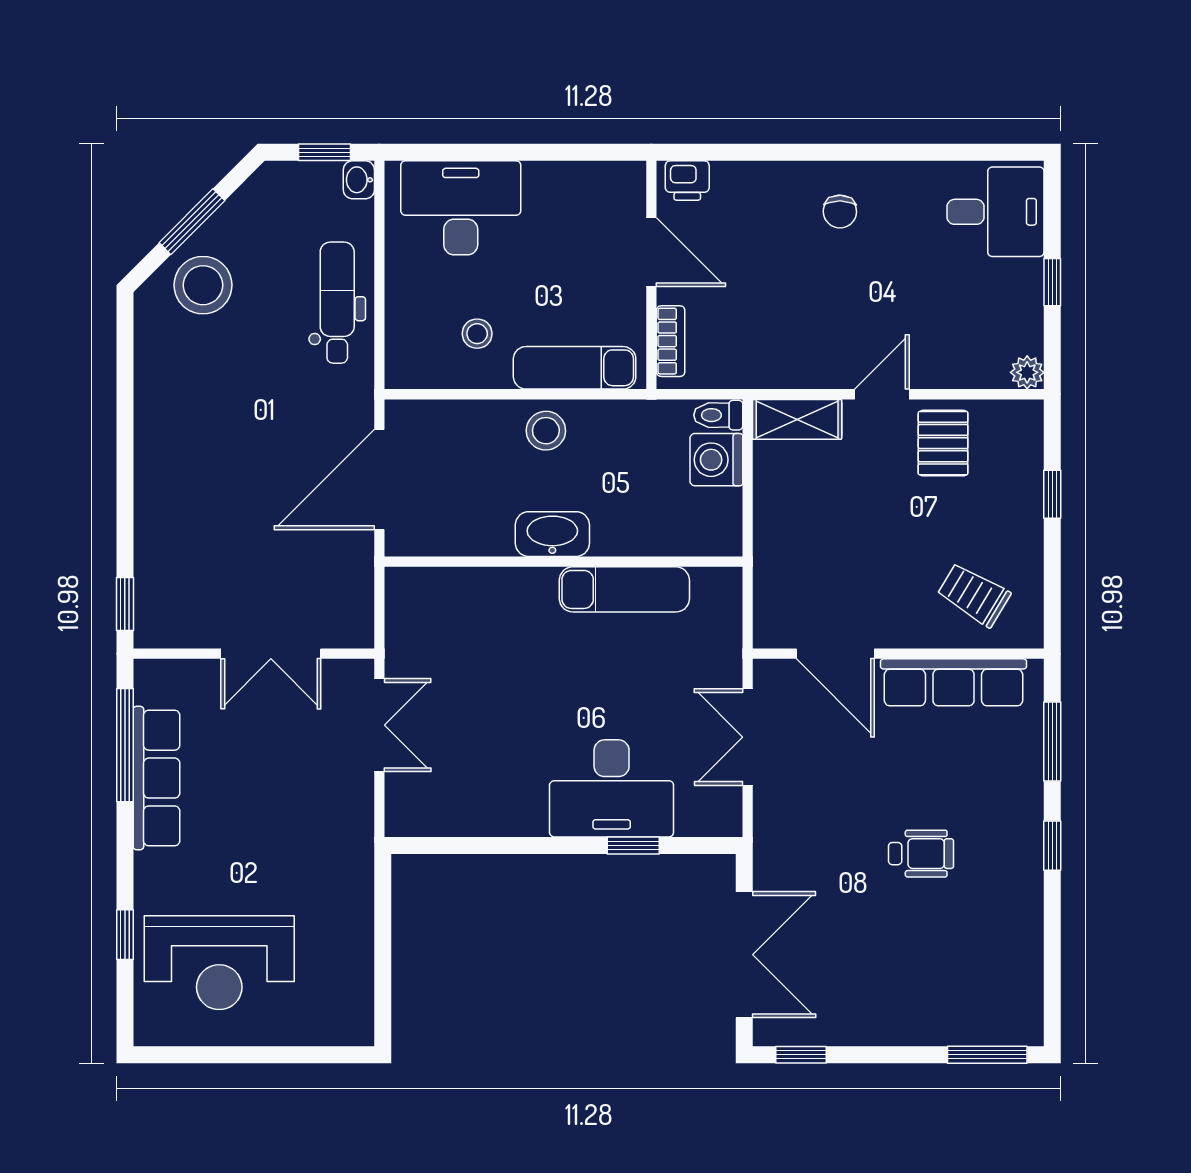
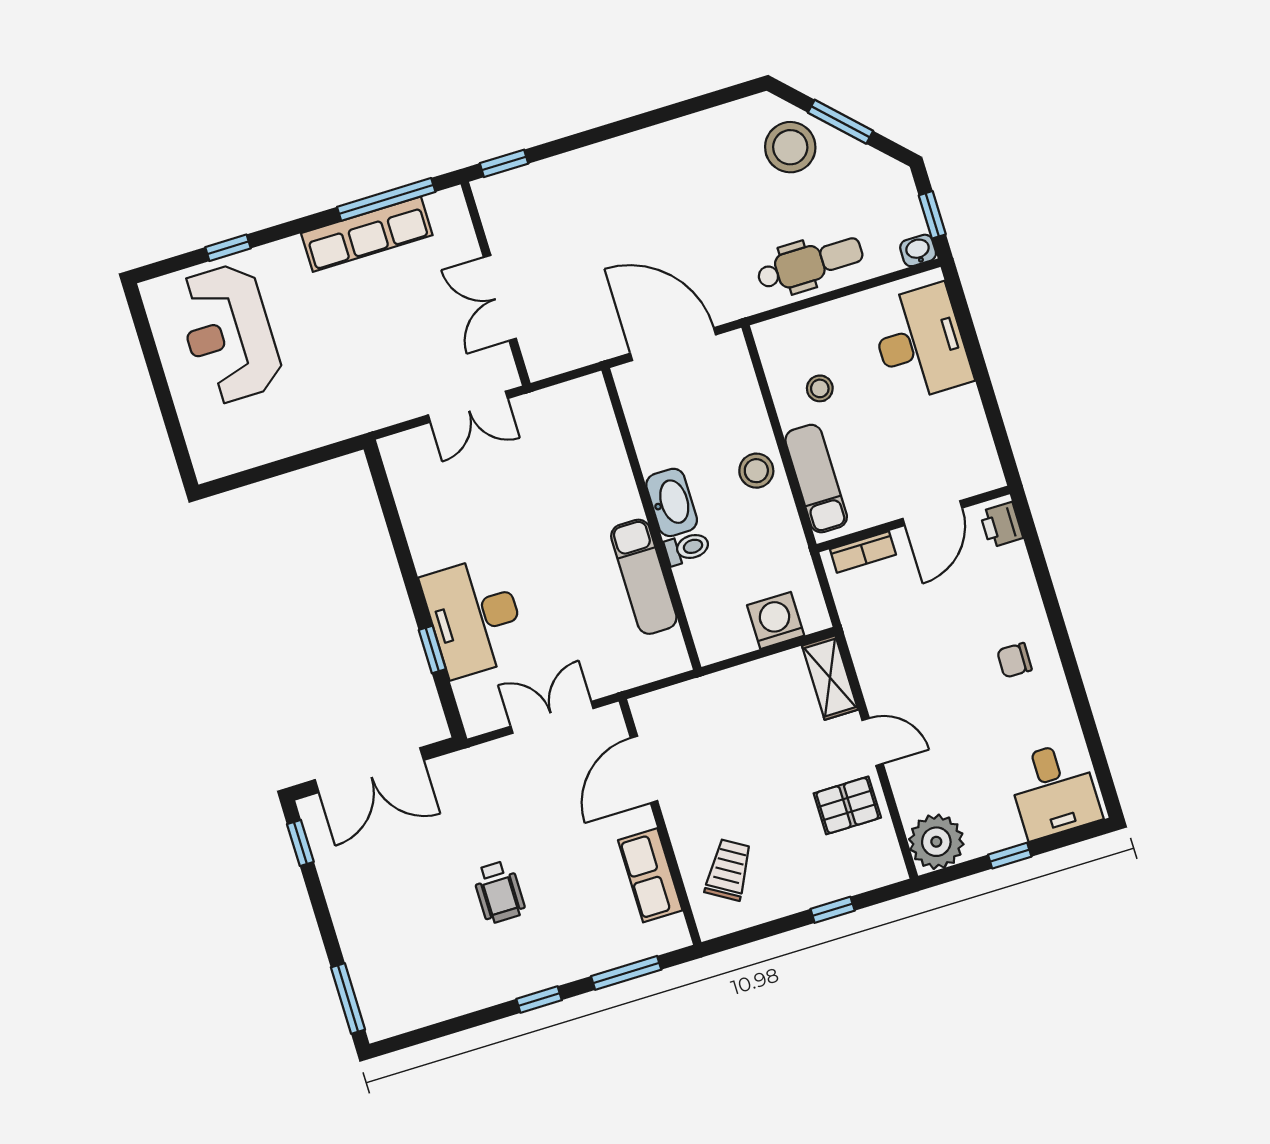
plant: (1027, 372) -> (936, 842), width x1.87, depth x1.87
toilet: (718, 415) -> (687, 548), moved, turned 90
row of seats: (954, 682) -> (650, 875), width x0.68

